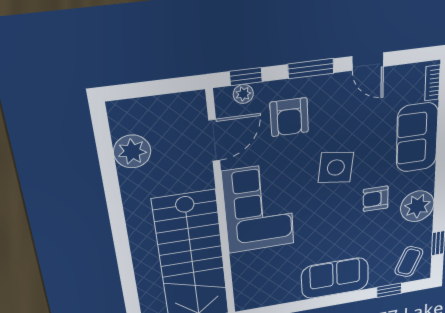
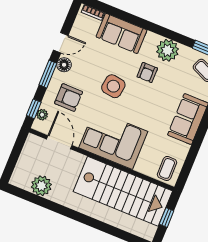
floor lamp: (336, 84) -> (64, 65), added
coffee table: (255, 291) -> (167, 168), added

